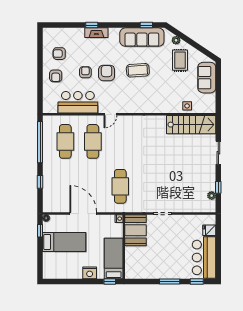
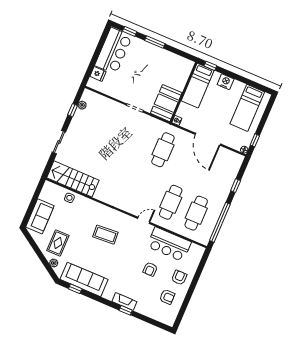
coffee table: (138, 70) -> (105, 235), moved
armchair: (107, 73) -> (131, 260), removed
bed: (64, 242) -> (247, 108), moved, turned -90

